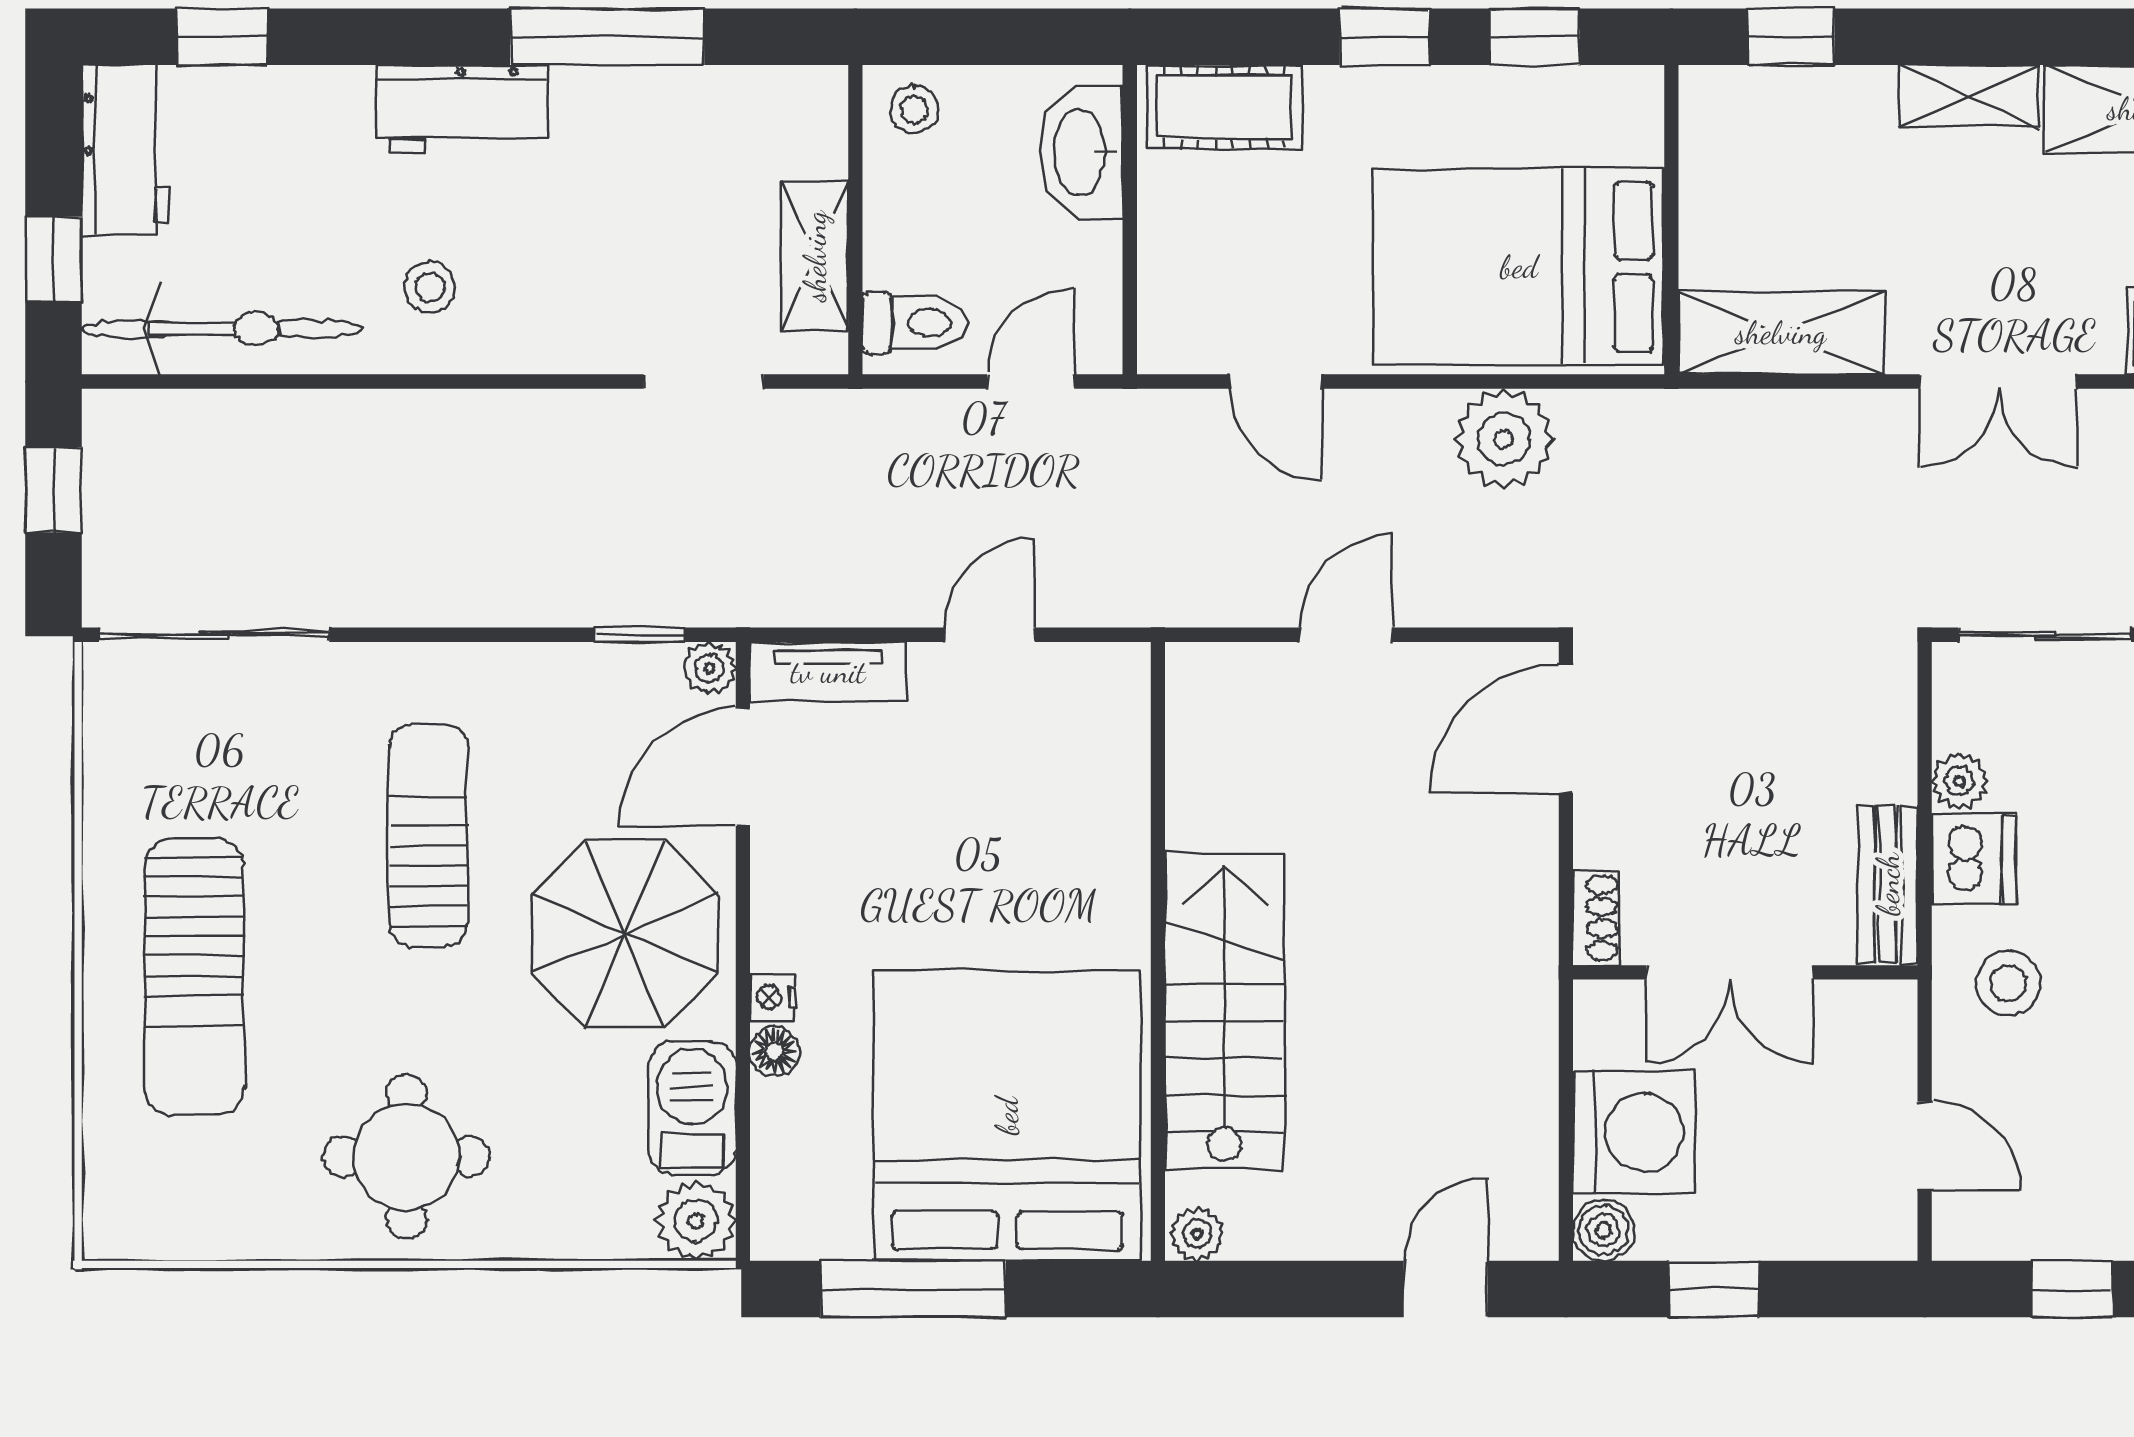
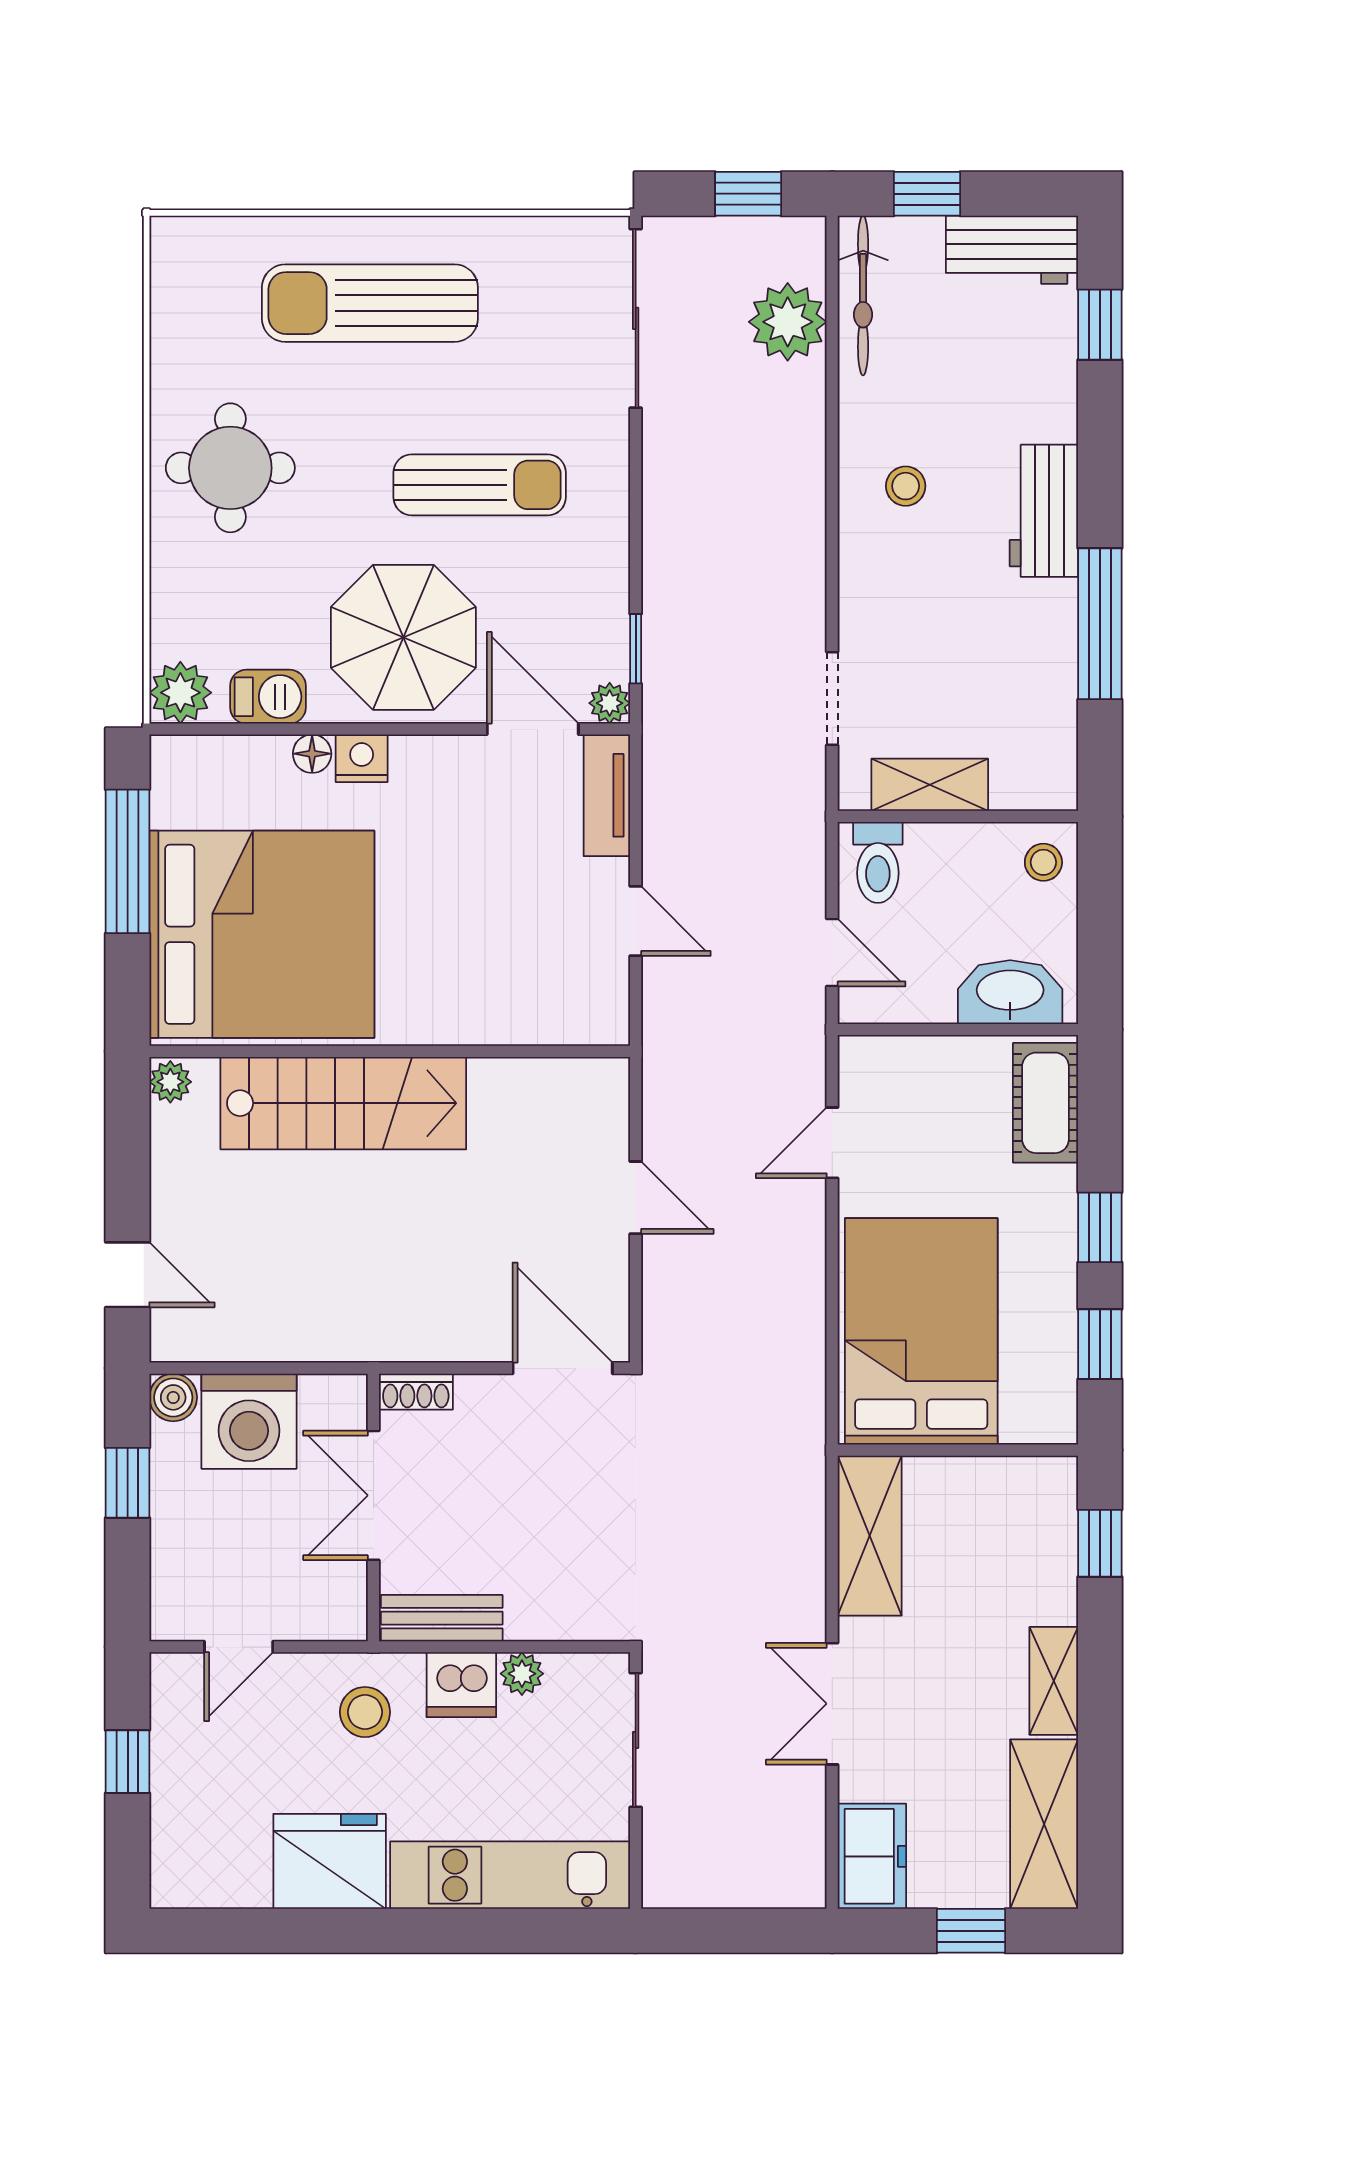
bicycle: (222, 329) -> (863, 295), width x0.73, depth x0.71
plant: (1504, 439) -> (788, 322), moved
nightstand: (773, 997) -> (362, 758), width x1.39, depth x1.35
barbecue: (692, 1108) -> (268, 697), width x0.73, depth x0.79

